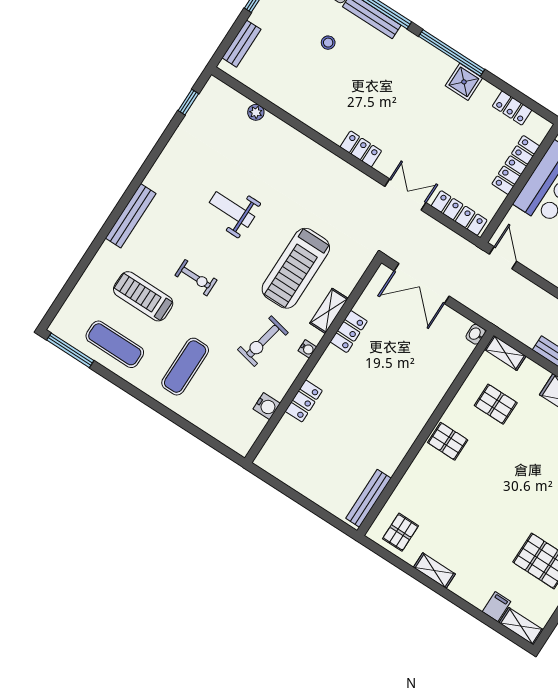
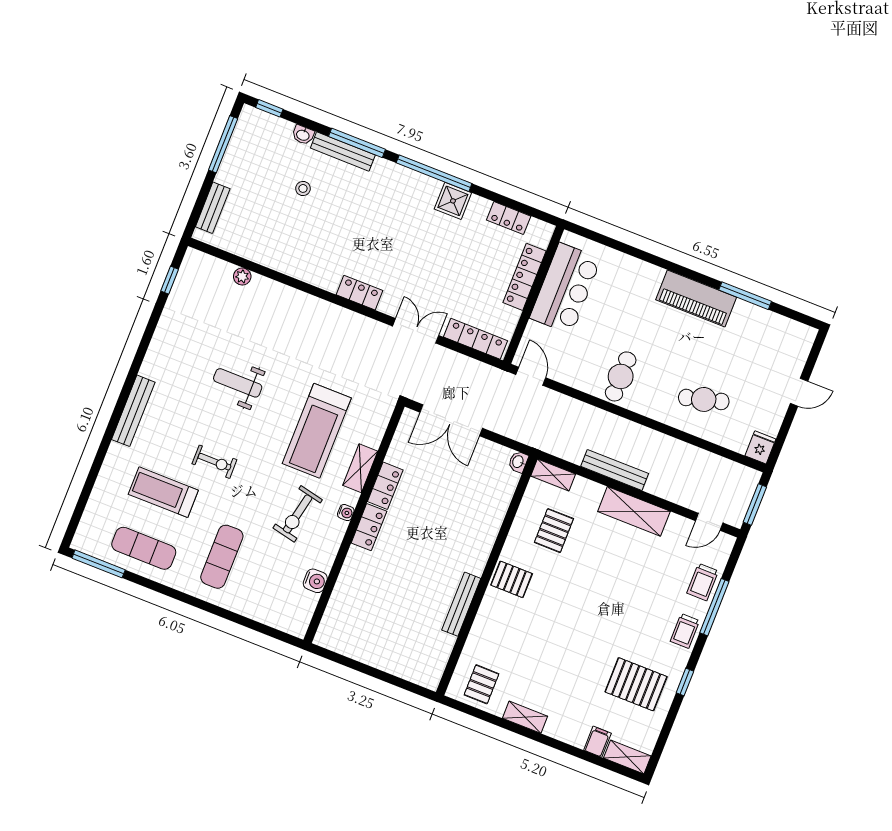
locker: (304, 401) -> (369, 527), moved
pallet: (496, 404) -> (554, 531), turned 90
bench: (368, 498) -> (461, 604), moved

